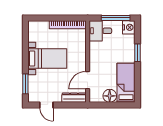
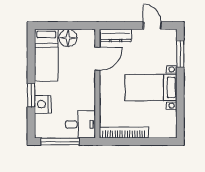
nightstand: (129, 27) -> (43, 104), moved

